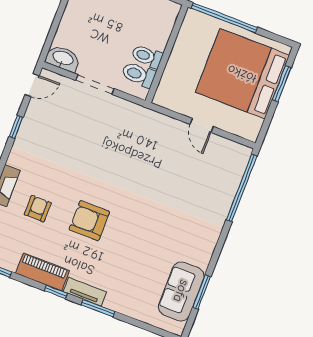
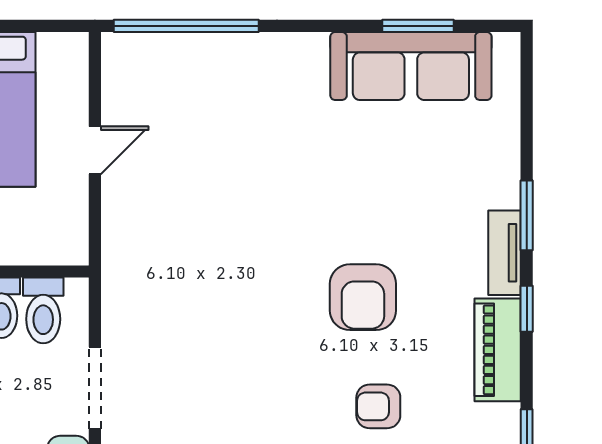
sofa: (181, 291) -> (411, 66), width x1.36

